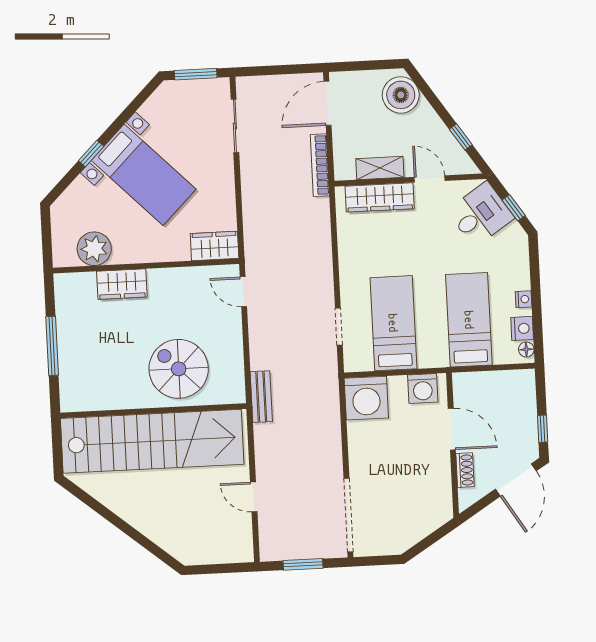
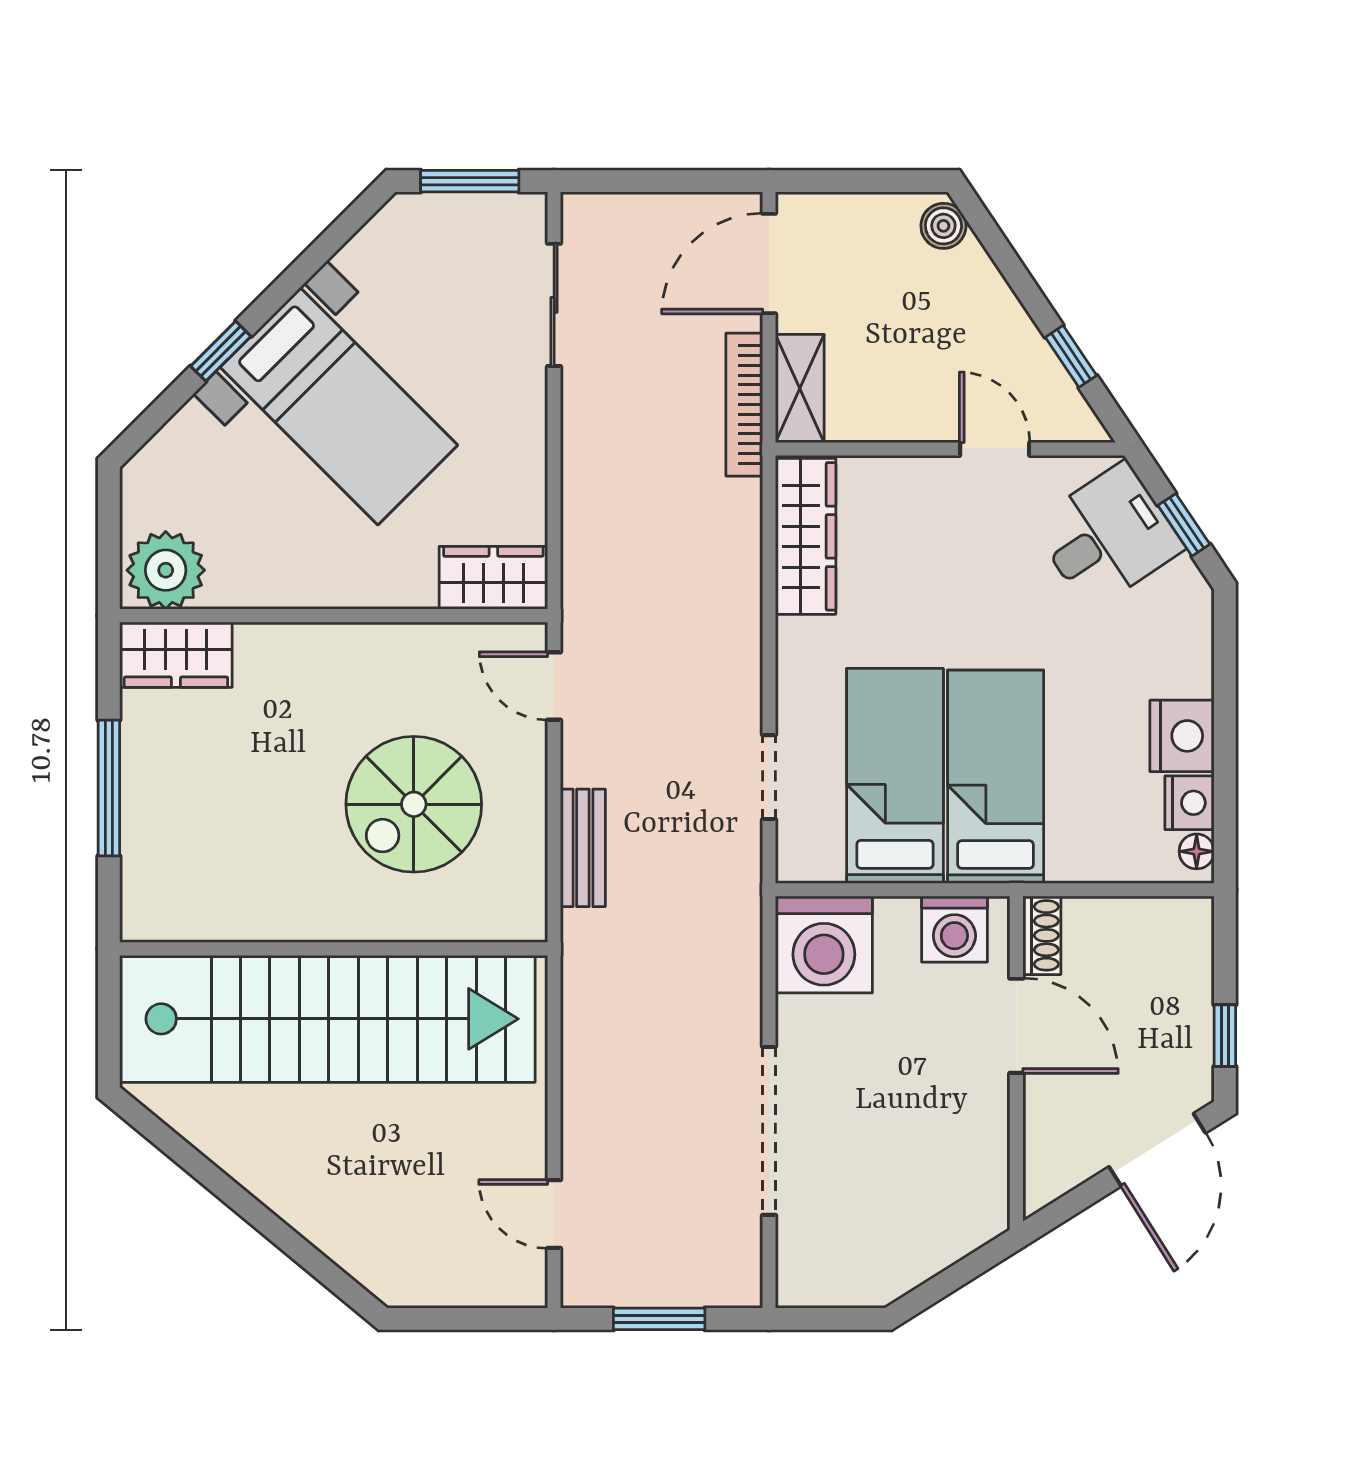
boiler: (401, 95) -> (943, 226), width x0.54, depth x0.54
shelving: (380, 168) -> (800, 388), moved, turned 90
wardrobe: (380, 197) -> (806, 536), moved, turned -90
plant: (94, 249) -> (166, 570), moved
wardrobe: (122, 284) -> (176, 655), moved
nightstand: (524, 299) -> (1182, 736), width x1.89, depth x1.79
bed: (469, 320) -> (996, 777), moved
spiral stairs: (179, 369) -> (414, 804), moved, turned -90
bench: (261, 397) -> (583, 848), moved
shoe rack: (465, 470) -> (1042, 935), moved
door: (254, 497) -> (554, 1214), moved
doorway: (348, 515) -> (769, 1131), moved

